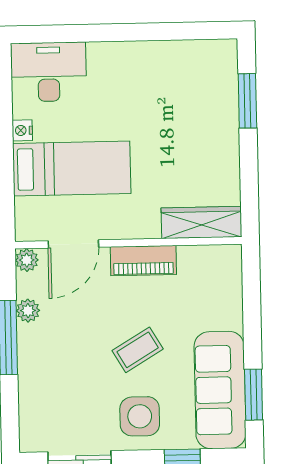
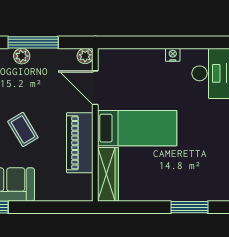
bed: (72, 168) -> (137, 128), moved, turned -90
piano: (143, 261) -> (80, 143), width x1.37, depth x1.33
plant: (28, 311) -> (22, 56), moved

